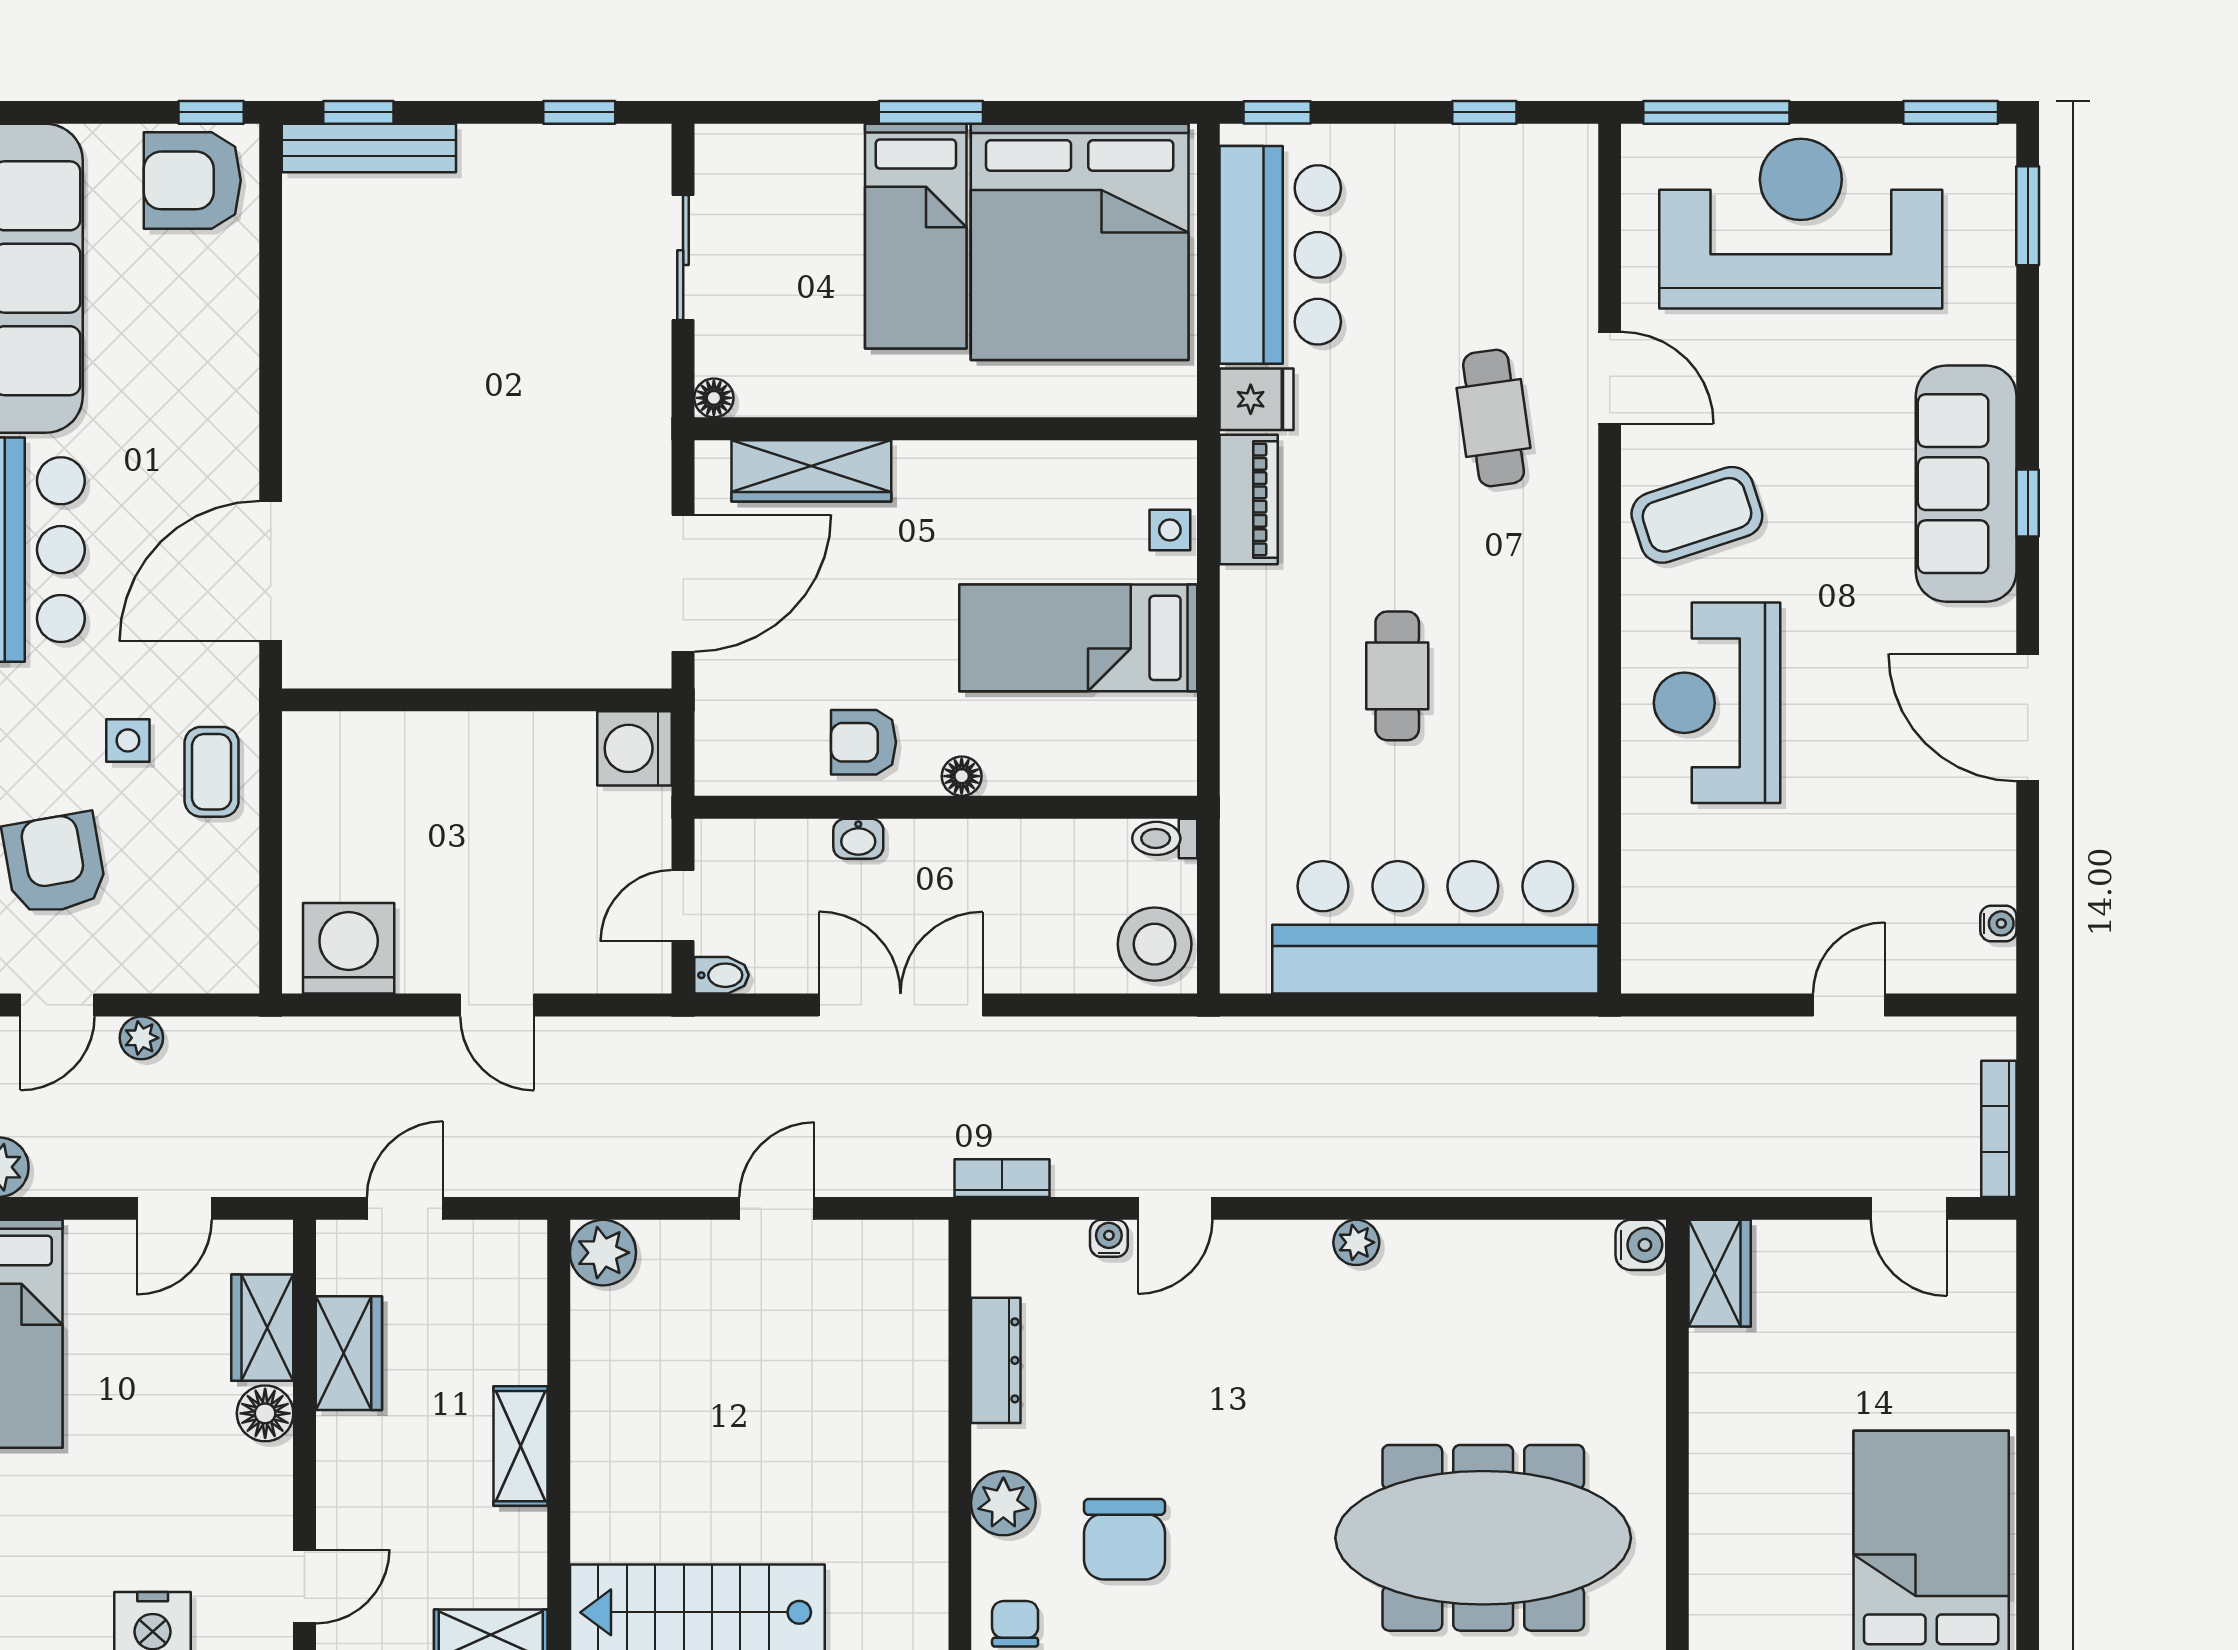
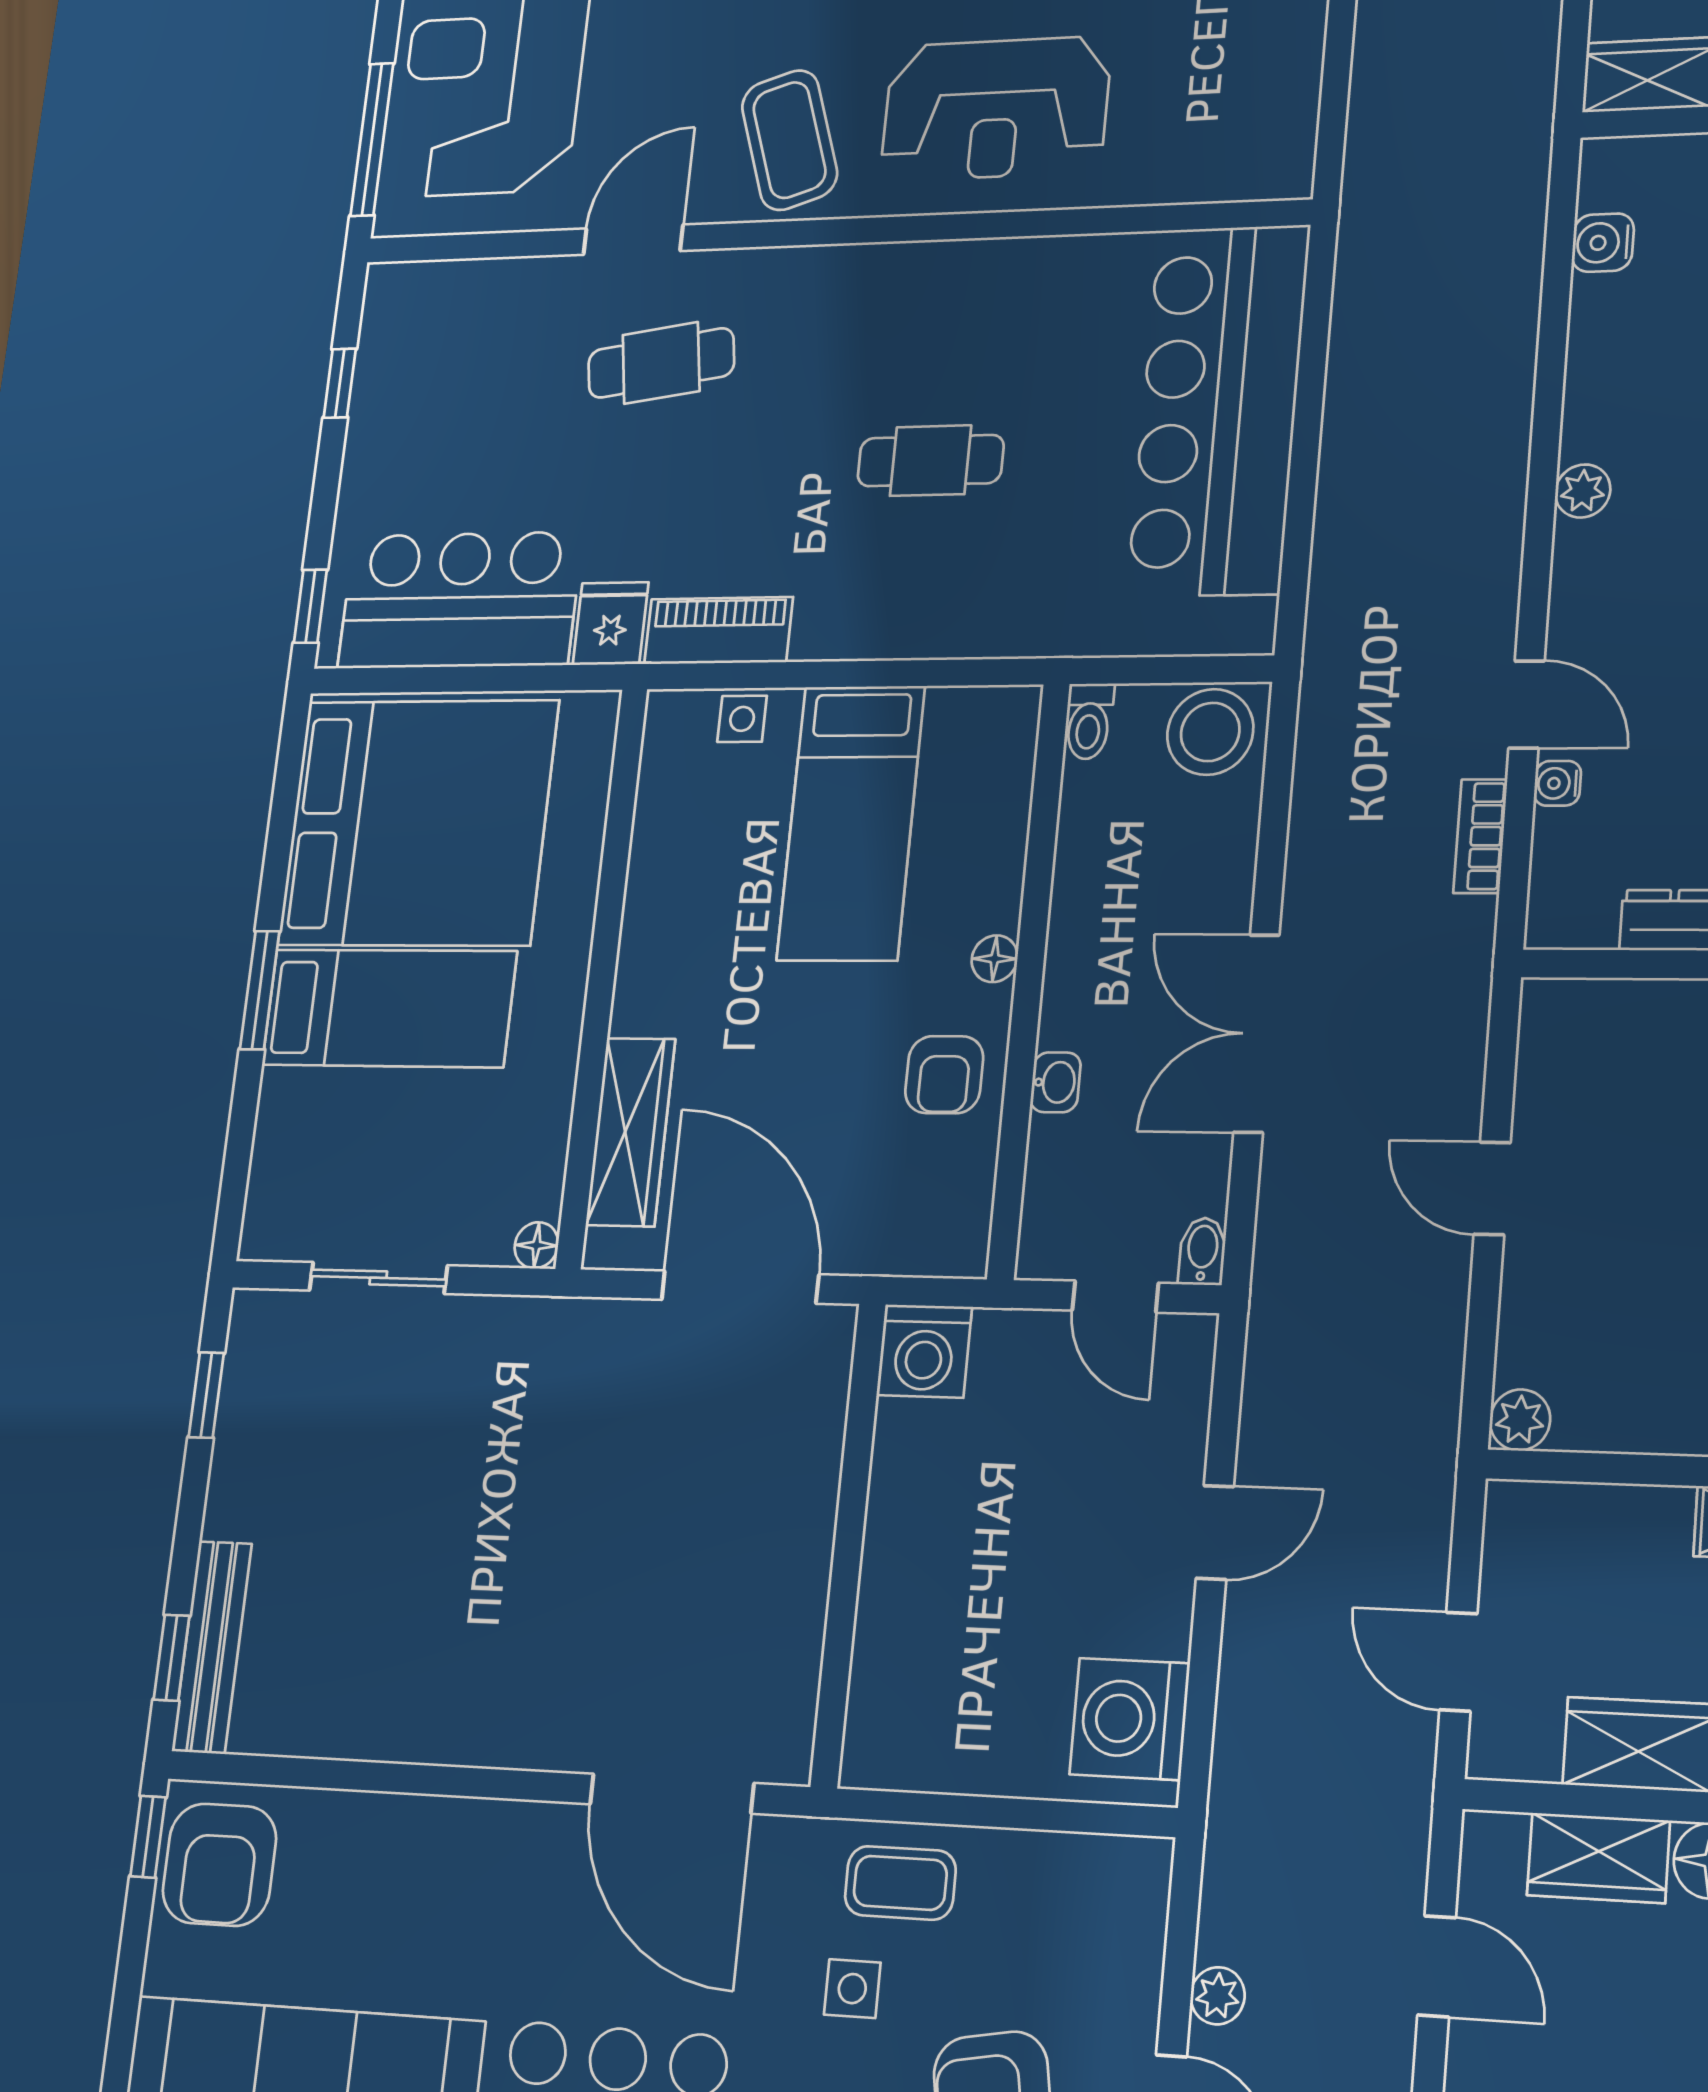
bookcase: (1002, 1178) -> (1480, 836), moved
water cooler: (1641, 1245) -> (1603, 243), moved, turned -90
plant: (603, 1253) -> (1520, 1420), width x0.73, depth x0.73

